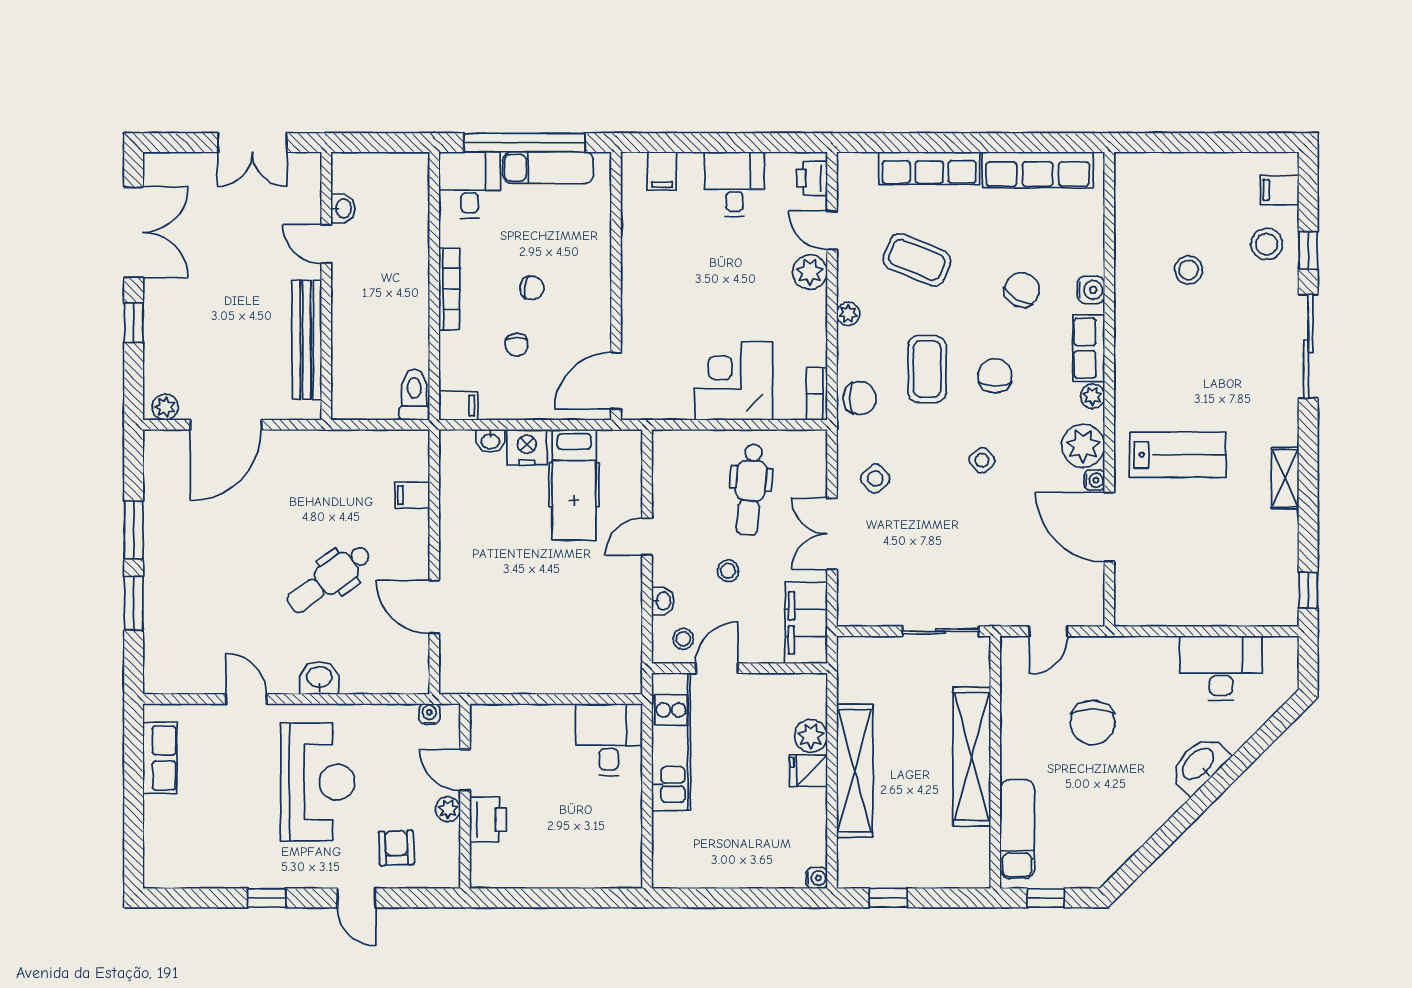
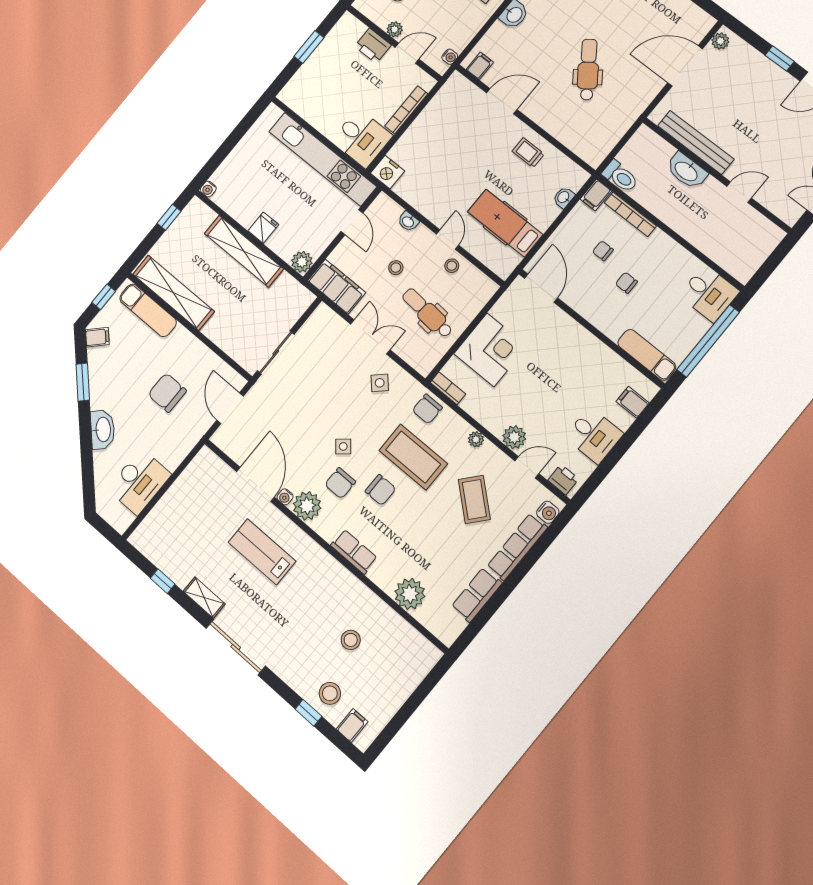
exam couch: (548, 168) -> (647, 355), moved, turned 90
row of seats: (1038, 170) -> (477, 595), width x0.68
washbasin: (343, 208) -> (687, 171), moved, width x1.91, depth x1.45
coffee table: (917, 260) -> (474, 499), turned -71
chair: (532, 288) -> (626, 283), turned 83
bookcase: (449, 289) -> (630, 214), moved
chair: (1022, 290) -> (340, 483), moved, turned 60
water cooler: (1091, 290) -> (548, 512), moved, turned -90
sliding door: (1308, 346) -> (236, 647), moved
coffee table: (927, 369) -> (413, 457), width x1.36, depth x1.32
plant: (1093, 396) -> (410, 594), moved, width x1.88, depth x1.88
door: (226, 425) -> (685, 66), hinge flipped
nightstand: (527, 447) -> (388, 172), moved, turned 90
lab bench: (1178, 455) -> (262, 552), turned 90
filing cabinet: (412, 495) -> (480, 66), moved
trolley: (470, 525) -> (528, 153), added
door: (1109, 527) -> (255, 484), hinge flipped
dental chair: (329, 579) -> (588, 70), moved
window: (1308, 590) -> (163, 581), moved
door: (1048, 631) -> (230, 408), width x1.37
stool: (683, 639) -> (452, 266), moved
bookcase: (533, 714) -> (406, 110), added
plant: (811, 736) -> (302, 262), moved
kitchen unit: (671, 742) -> (323, 159), width x1.36
shelving: (972, 757) -> (173, 293), moved
window: (1165, 837) -> (83, 382), added
filing cabinet: (1099, 864) -> (97, 337), added
window: (550, 898) -> (309, 47), added

